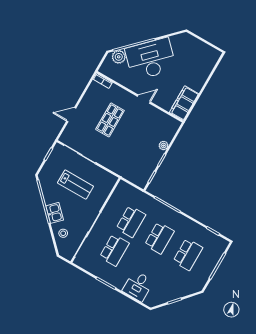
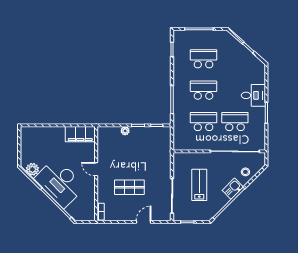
plant: (119, 57) -> (32, 169), moved
door: (71, 115) -> (144, 222), swing flipped
desk: (138, 286) -> (253, 95), moved

